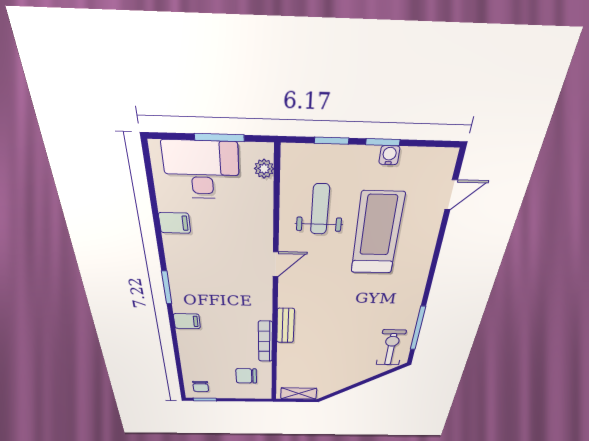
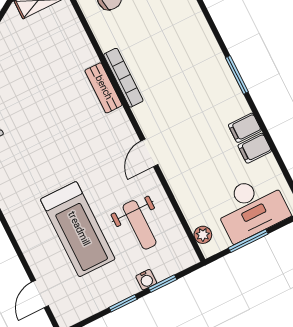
water cooler: (389, 155) -> (146, 280), moved
filing cabinet: (187, 321) -> (245, 128), moved
bookcase: (265, 342) -> (123, 78), moved

